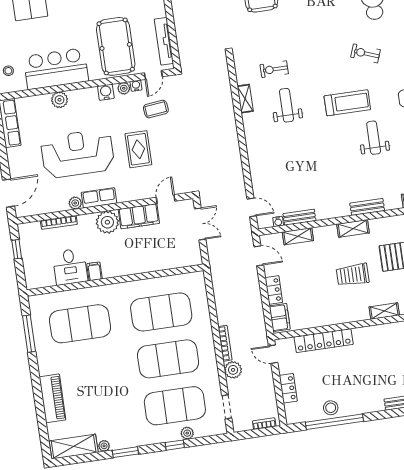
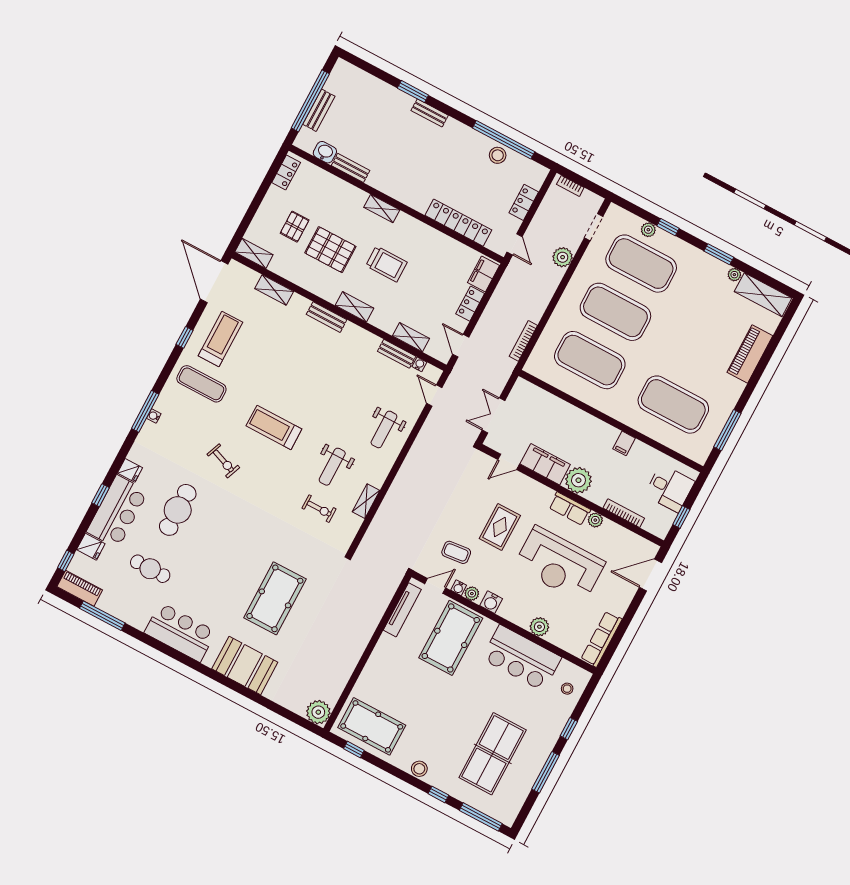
weight bench: (374, 138) -> (384, 429), moved
desk: (70, 267) -> (670, 488), moved, turned 90
bookcase: (225, 343) -> (523, 341), moved

